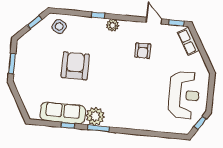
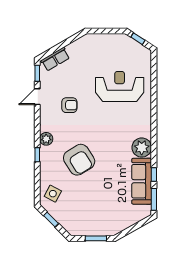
armchair: (75, 66) -> (79, 160), moved, turned -122
reception desk: (184, 95) -> (120, 86), moved
window: (98, 128) -> (154, 199), moved

